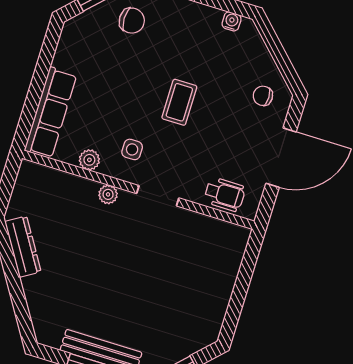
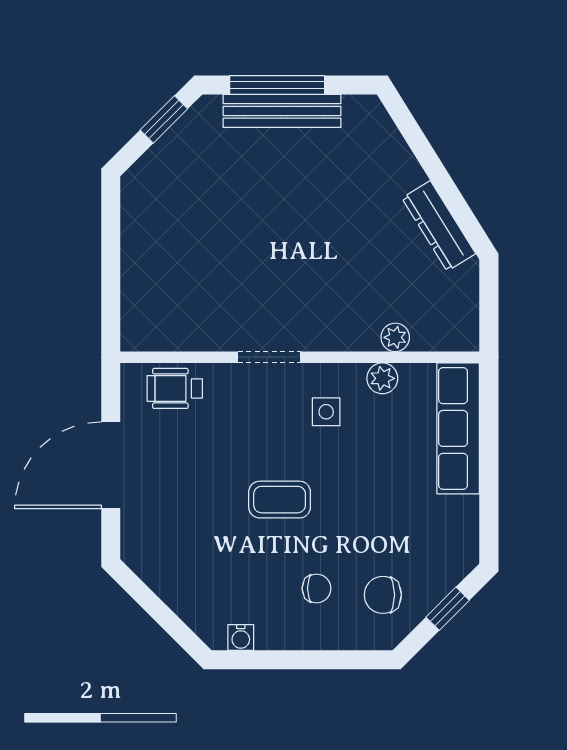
chair: (263, 96) -> (317, 588), moved
coffee table: (179, 102) -> (280, 500), turned 90
plant: (108, 194) -> (395, 337), moved

